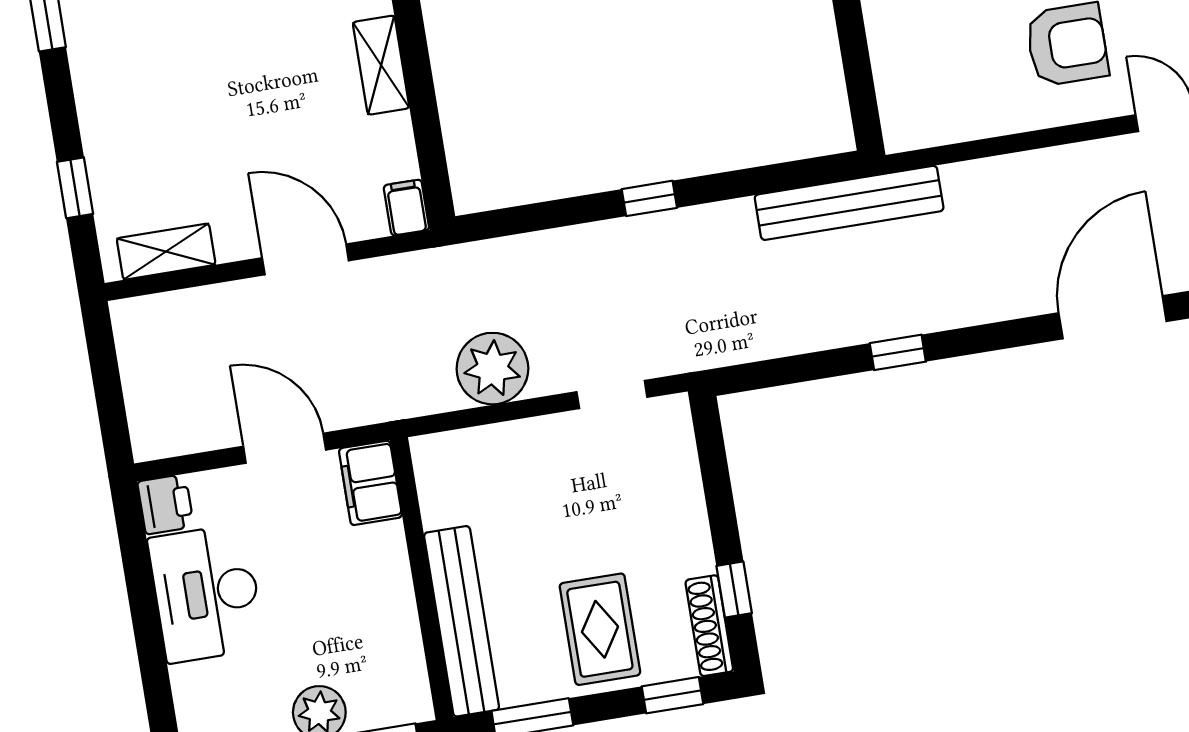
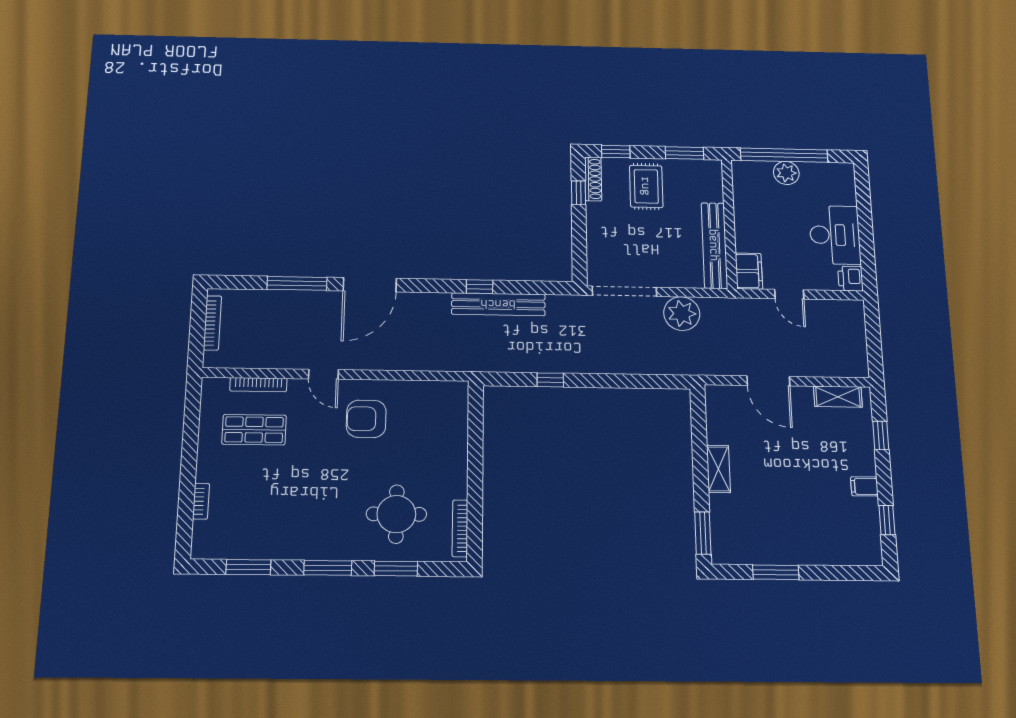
window: (649, 198) -> (550, 380), moved
bench: (849, 203) -> (498, 304), moved
filing cabinet: (406, 208) -> (864, 486), moved, turned 90
doorway: (612, 395) -> (624, 291), width x1.88
door: (285, 448) -> (789, 294), width x0.73
bench: (462, 621) -> (714, 245), moved

